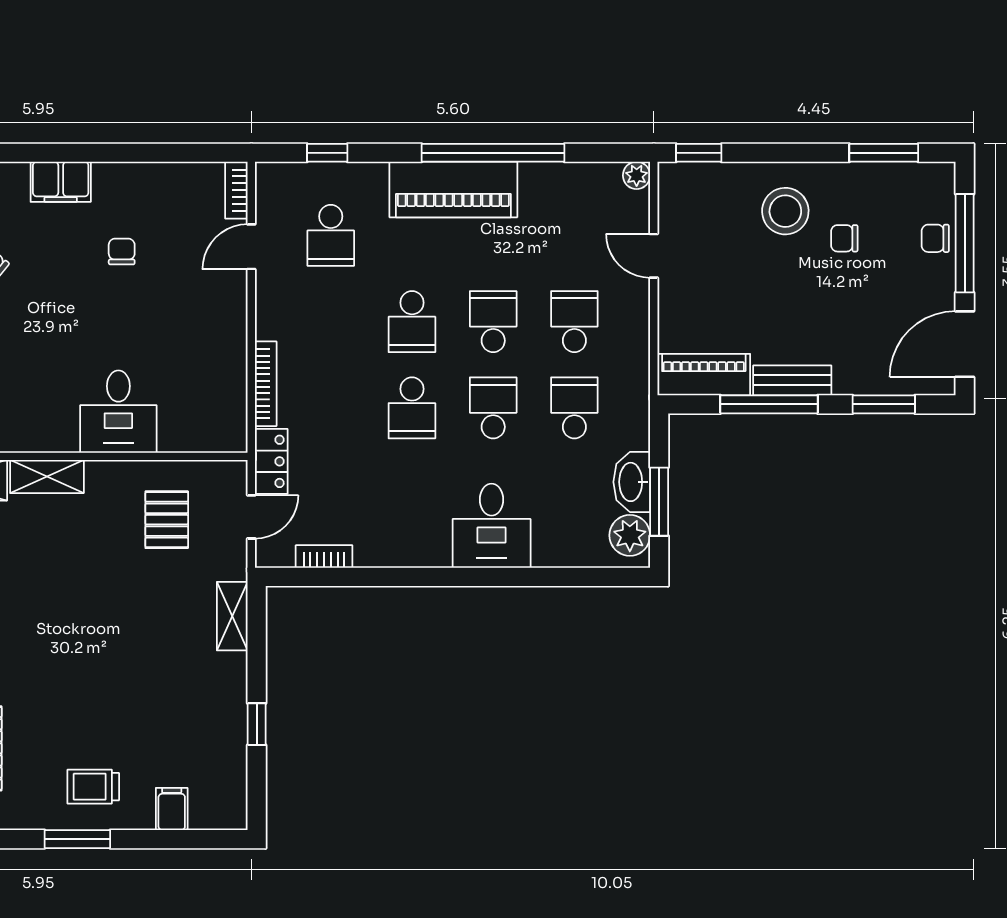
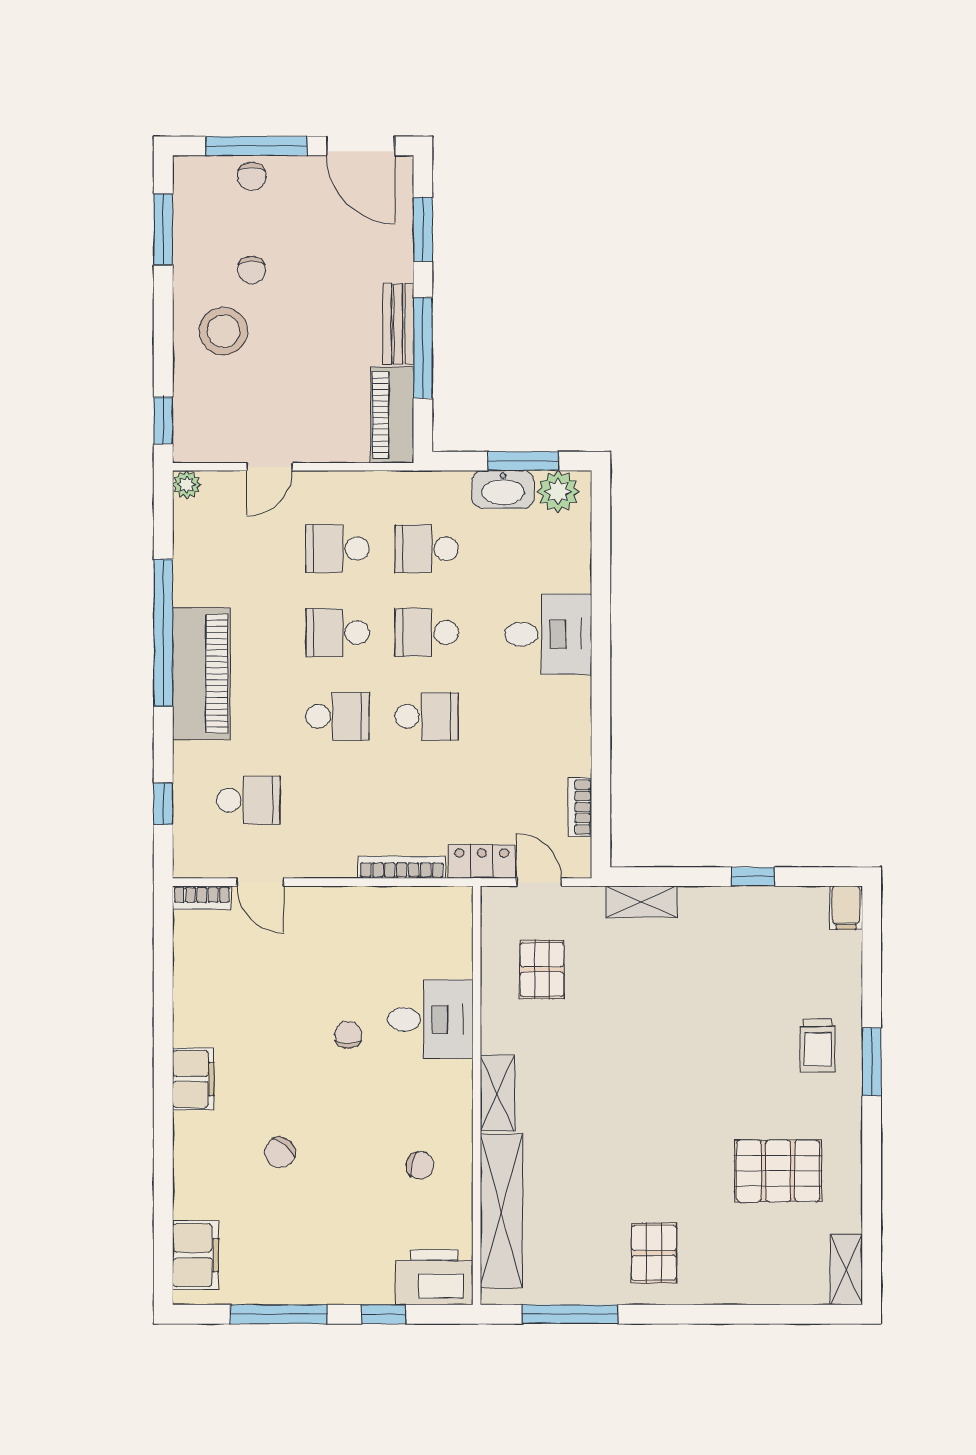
chair: (122, 252) -> (348, 1035), moved, turned 90
pallet: (167, 520) -> (542, 970), turned 90
filing cabinet: (172, 809) -> (846, 908), moved, turned -90

